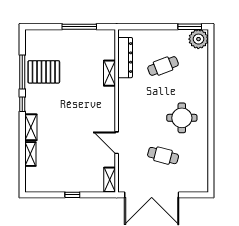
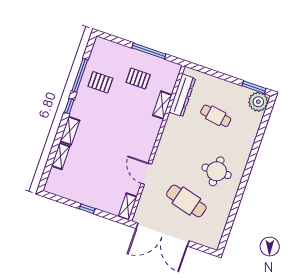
pallet: (78, 56) -> (138, 78), added
cafe table: (163, 66) -> (216, 116), turned 30
pallet: (44, 72) -> (100, 82), width x0.67, depth x0.71
cafe table: (163, 156) -> (186, 201), width x1.37, depth x1.35

